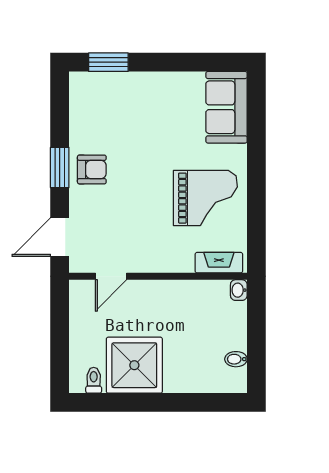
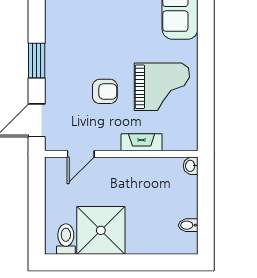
armchair: (92, 169) -> (105, 91), moved
fireplace: (219, 263) -> (142, 142), moved
toilet: (94, 380) -> (66, 239), width x1.37, depth x1.39

